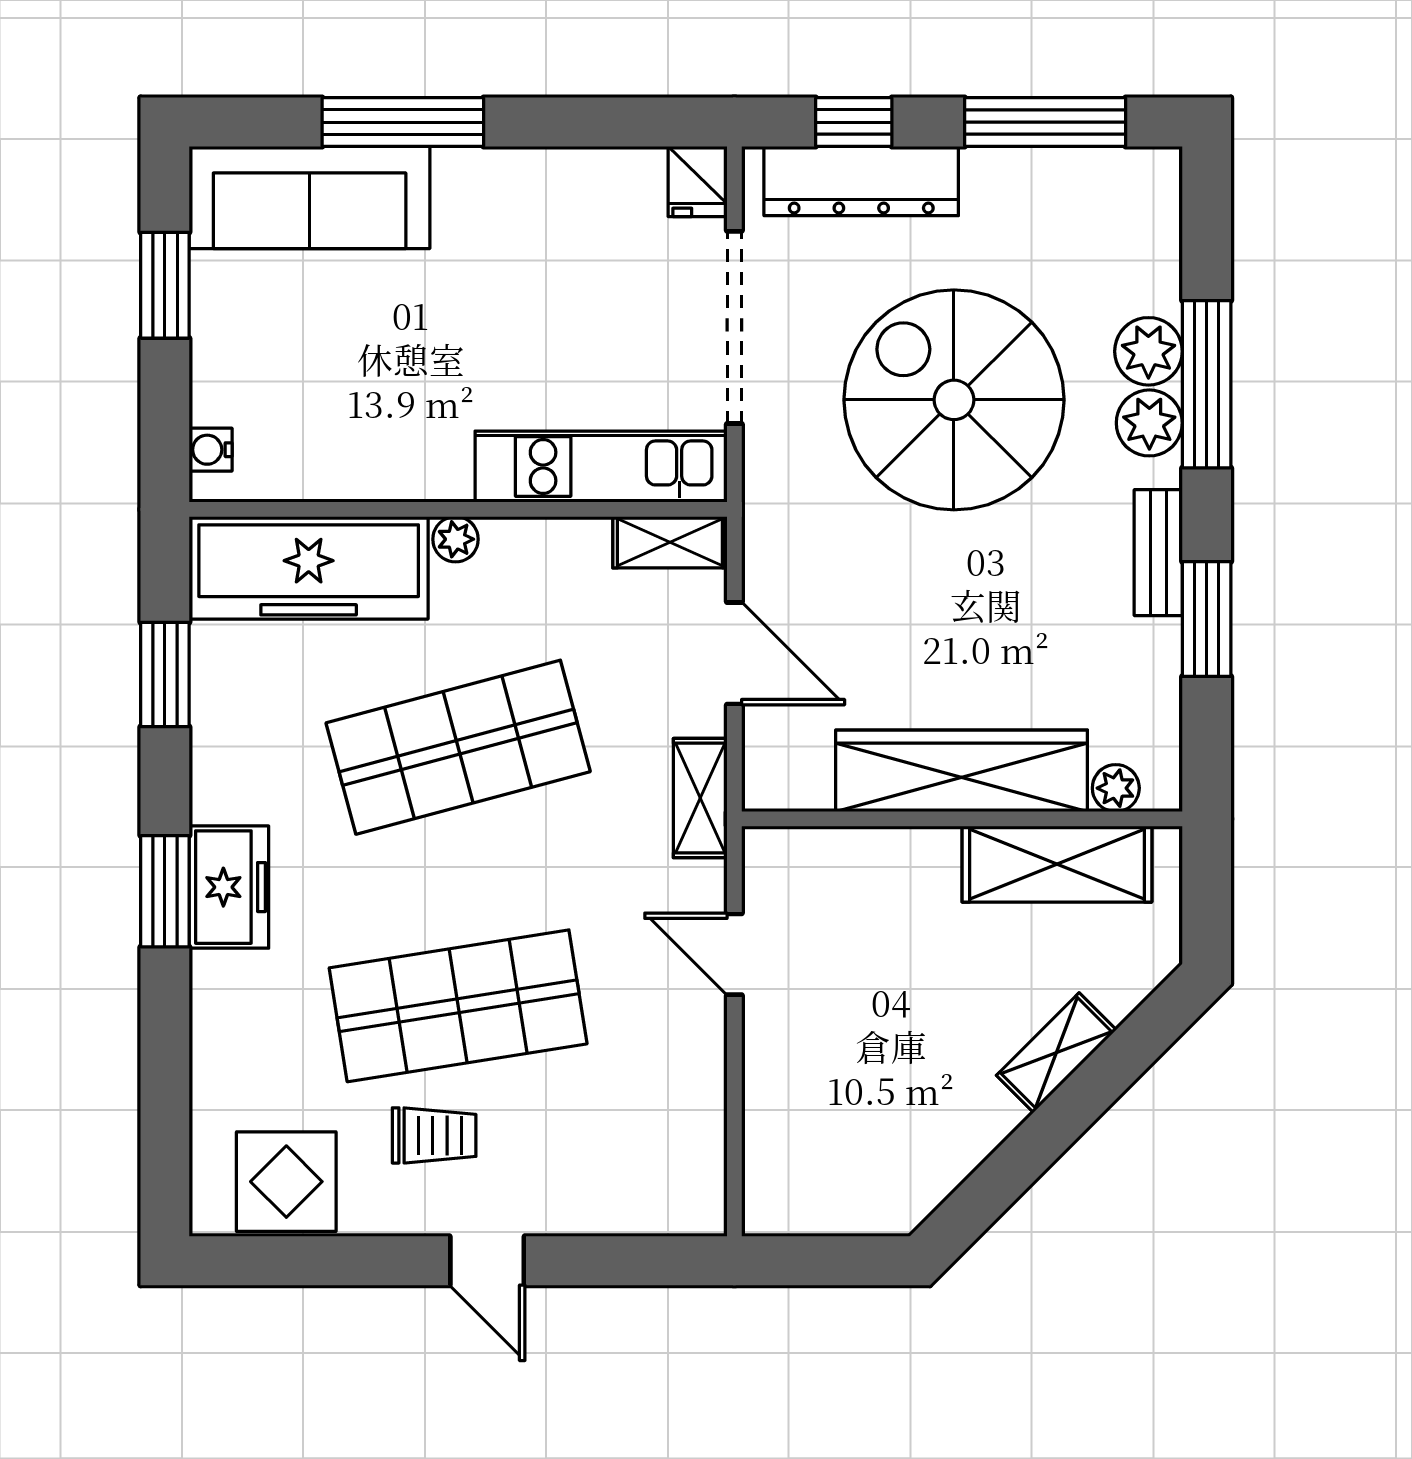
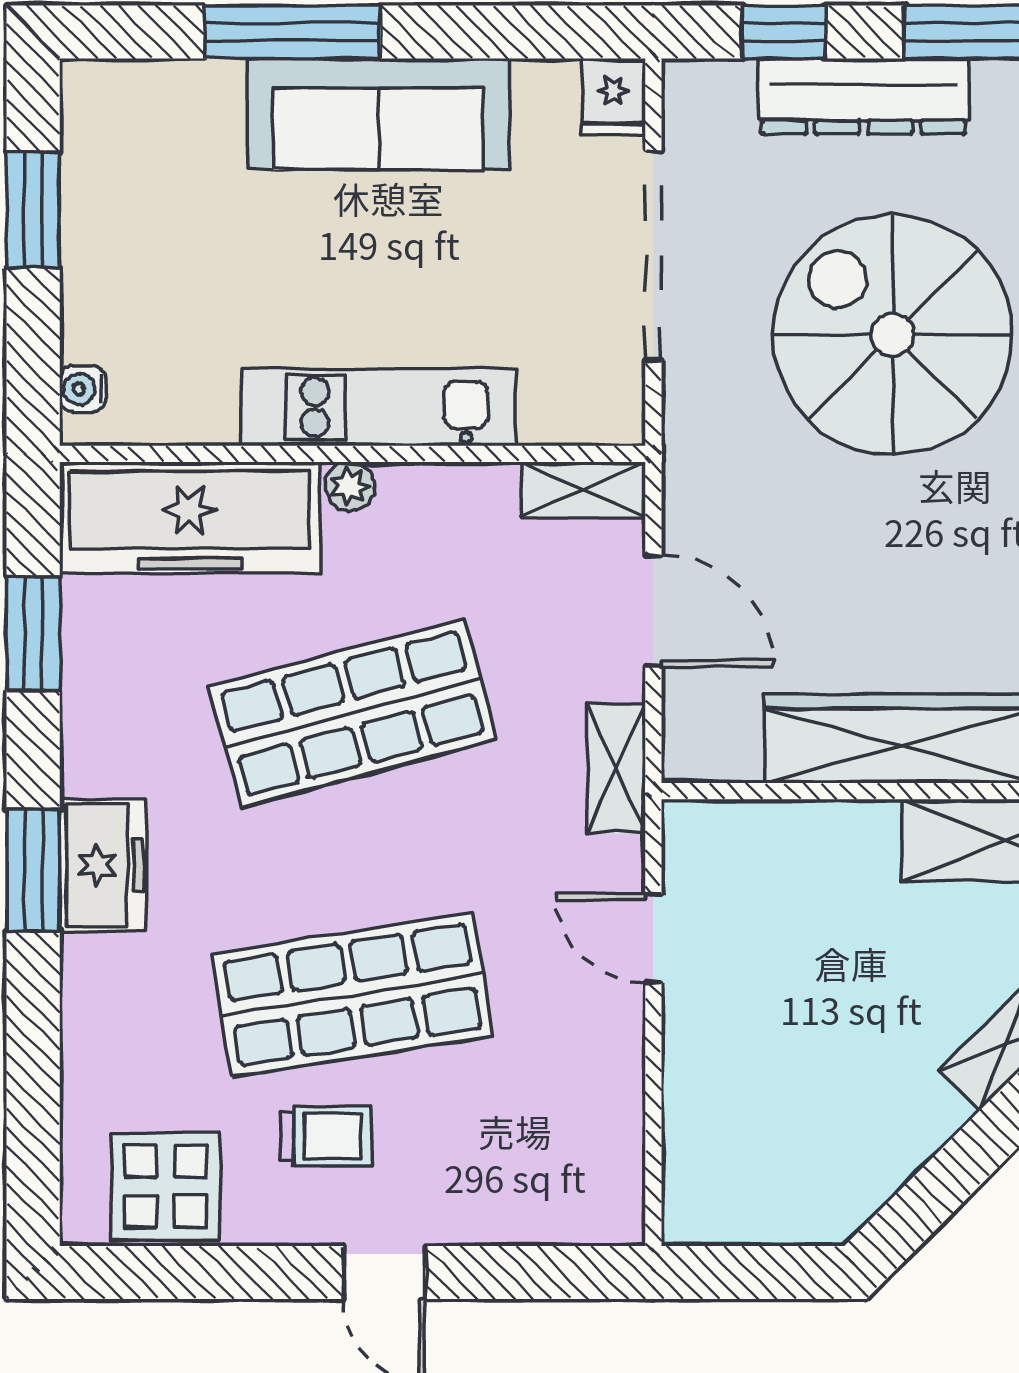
dresser: (861, 181) -> (864, 96), moved
sofa: (310, 197) -> (378, 114), moved
kitchen unit: (601, 467) -> (378, 407), moved

